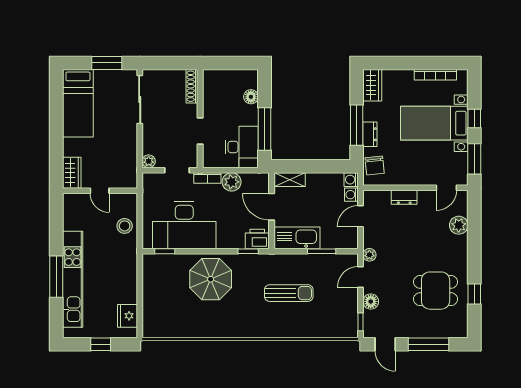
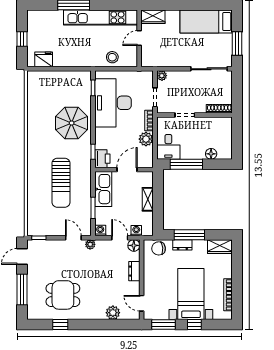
desk: (242, 147) -> (168, 147), width x0.73
shelving: (290, 180) -> (148, 199), moved
washing machine: (351, 180) -> (100, 230), moved
kitchen unit: (73, 279) -> (100, 17), moved
dining table: (436, 291) -> (63, 295), turned 90
sun lounger: (289, 293) -> (61, 183), width x1.36, depth x1.34
floor lamp: (371, 302) -> (134, 245), moved

